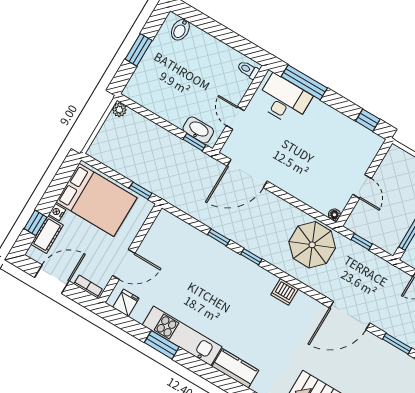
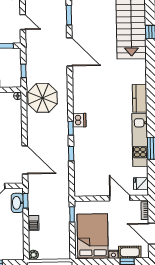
barbecue: (160, 135) -> (33, 223), added
dishwasher: (284, 292) -> (79, 120), moved

